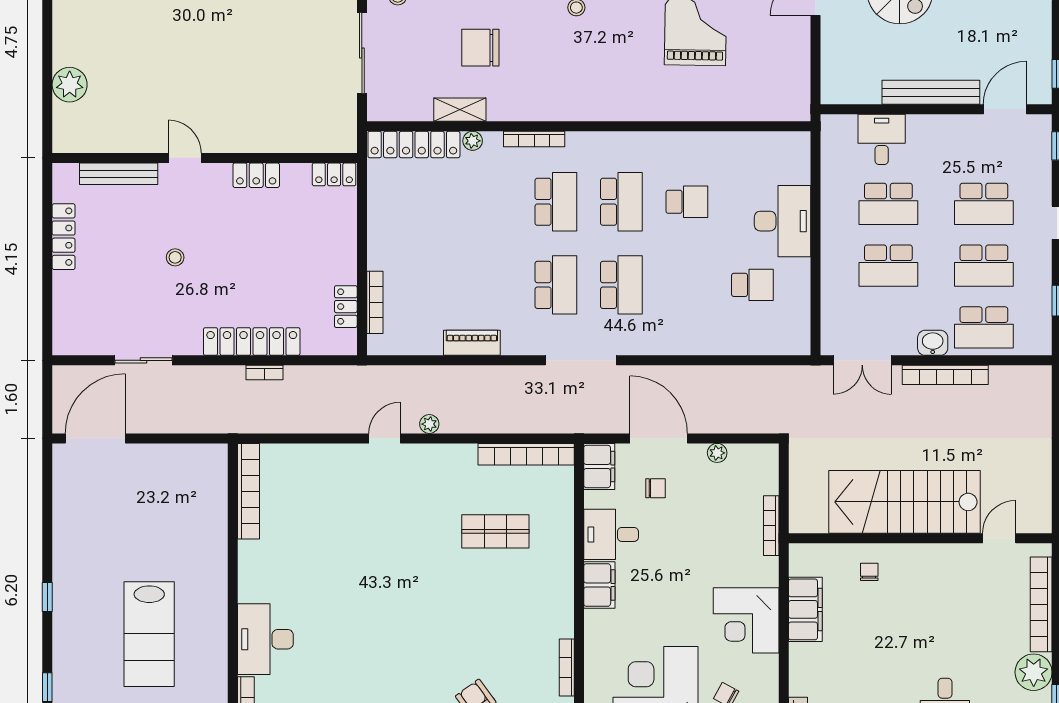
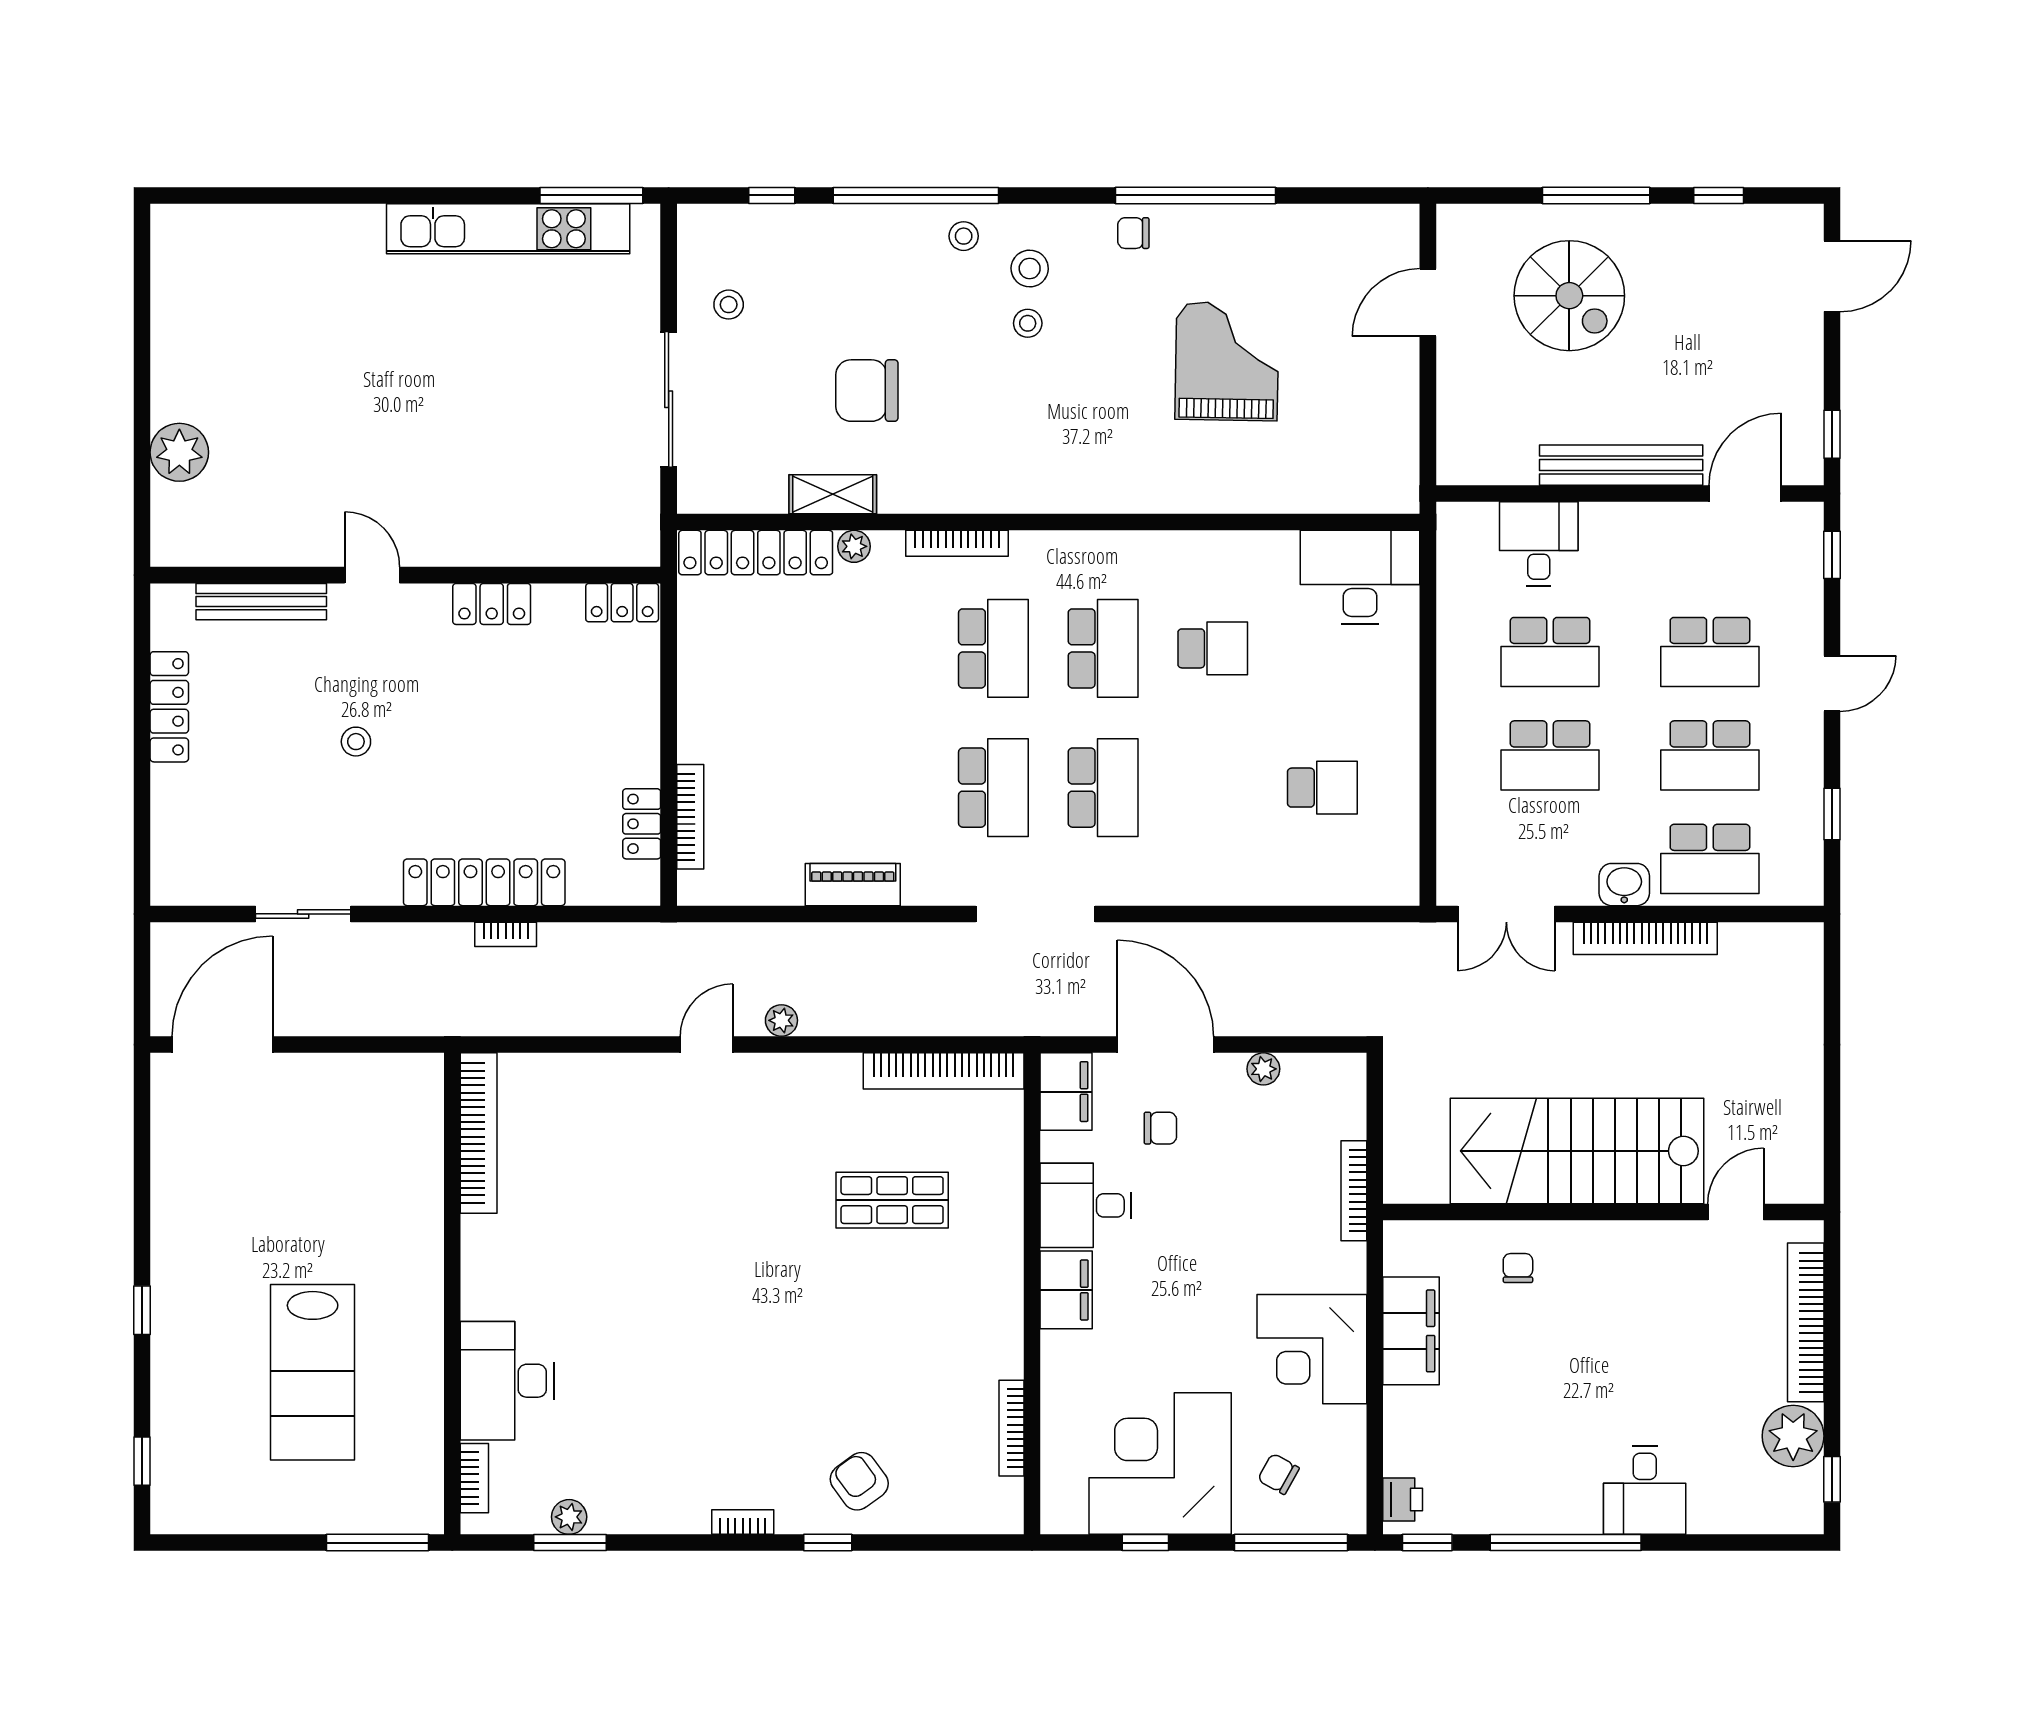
desk: (783, 221) -> (1360, 577), moved, turned -90

